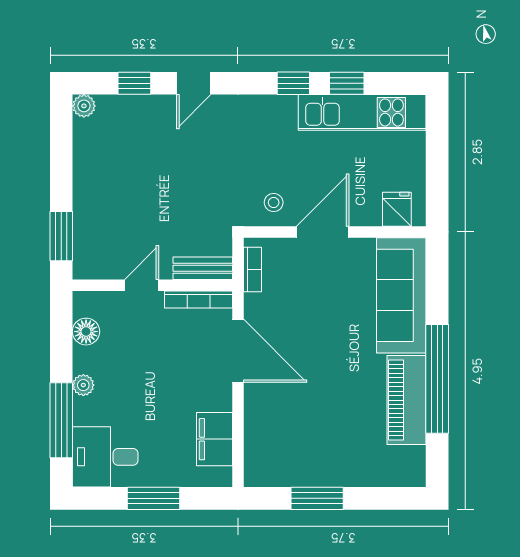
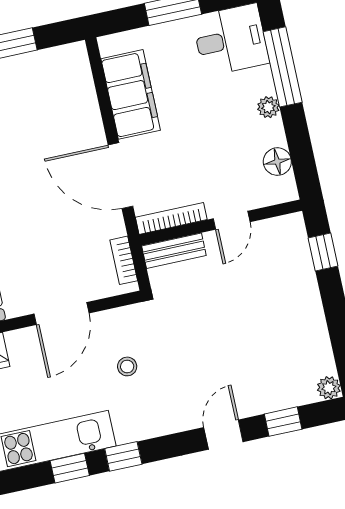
stool: (274, 202) -> (127, 366), moved
window: (61, 236) -> (323, 252), width x0.67
filing cabinet: (214, 439) -> (131, 94), width x1.50, depth x1.17

